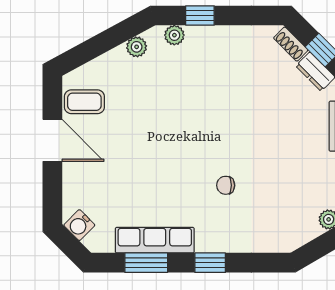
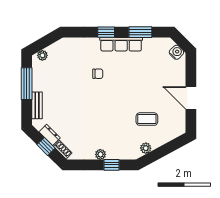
plant: (174, 35) -> (100, 154), moved
coffee table: (84, 102) -> (147, 119), moved
row of seats: (155, 240) -> (121, 44), moved

